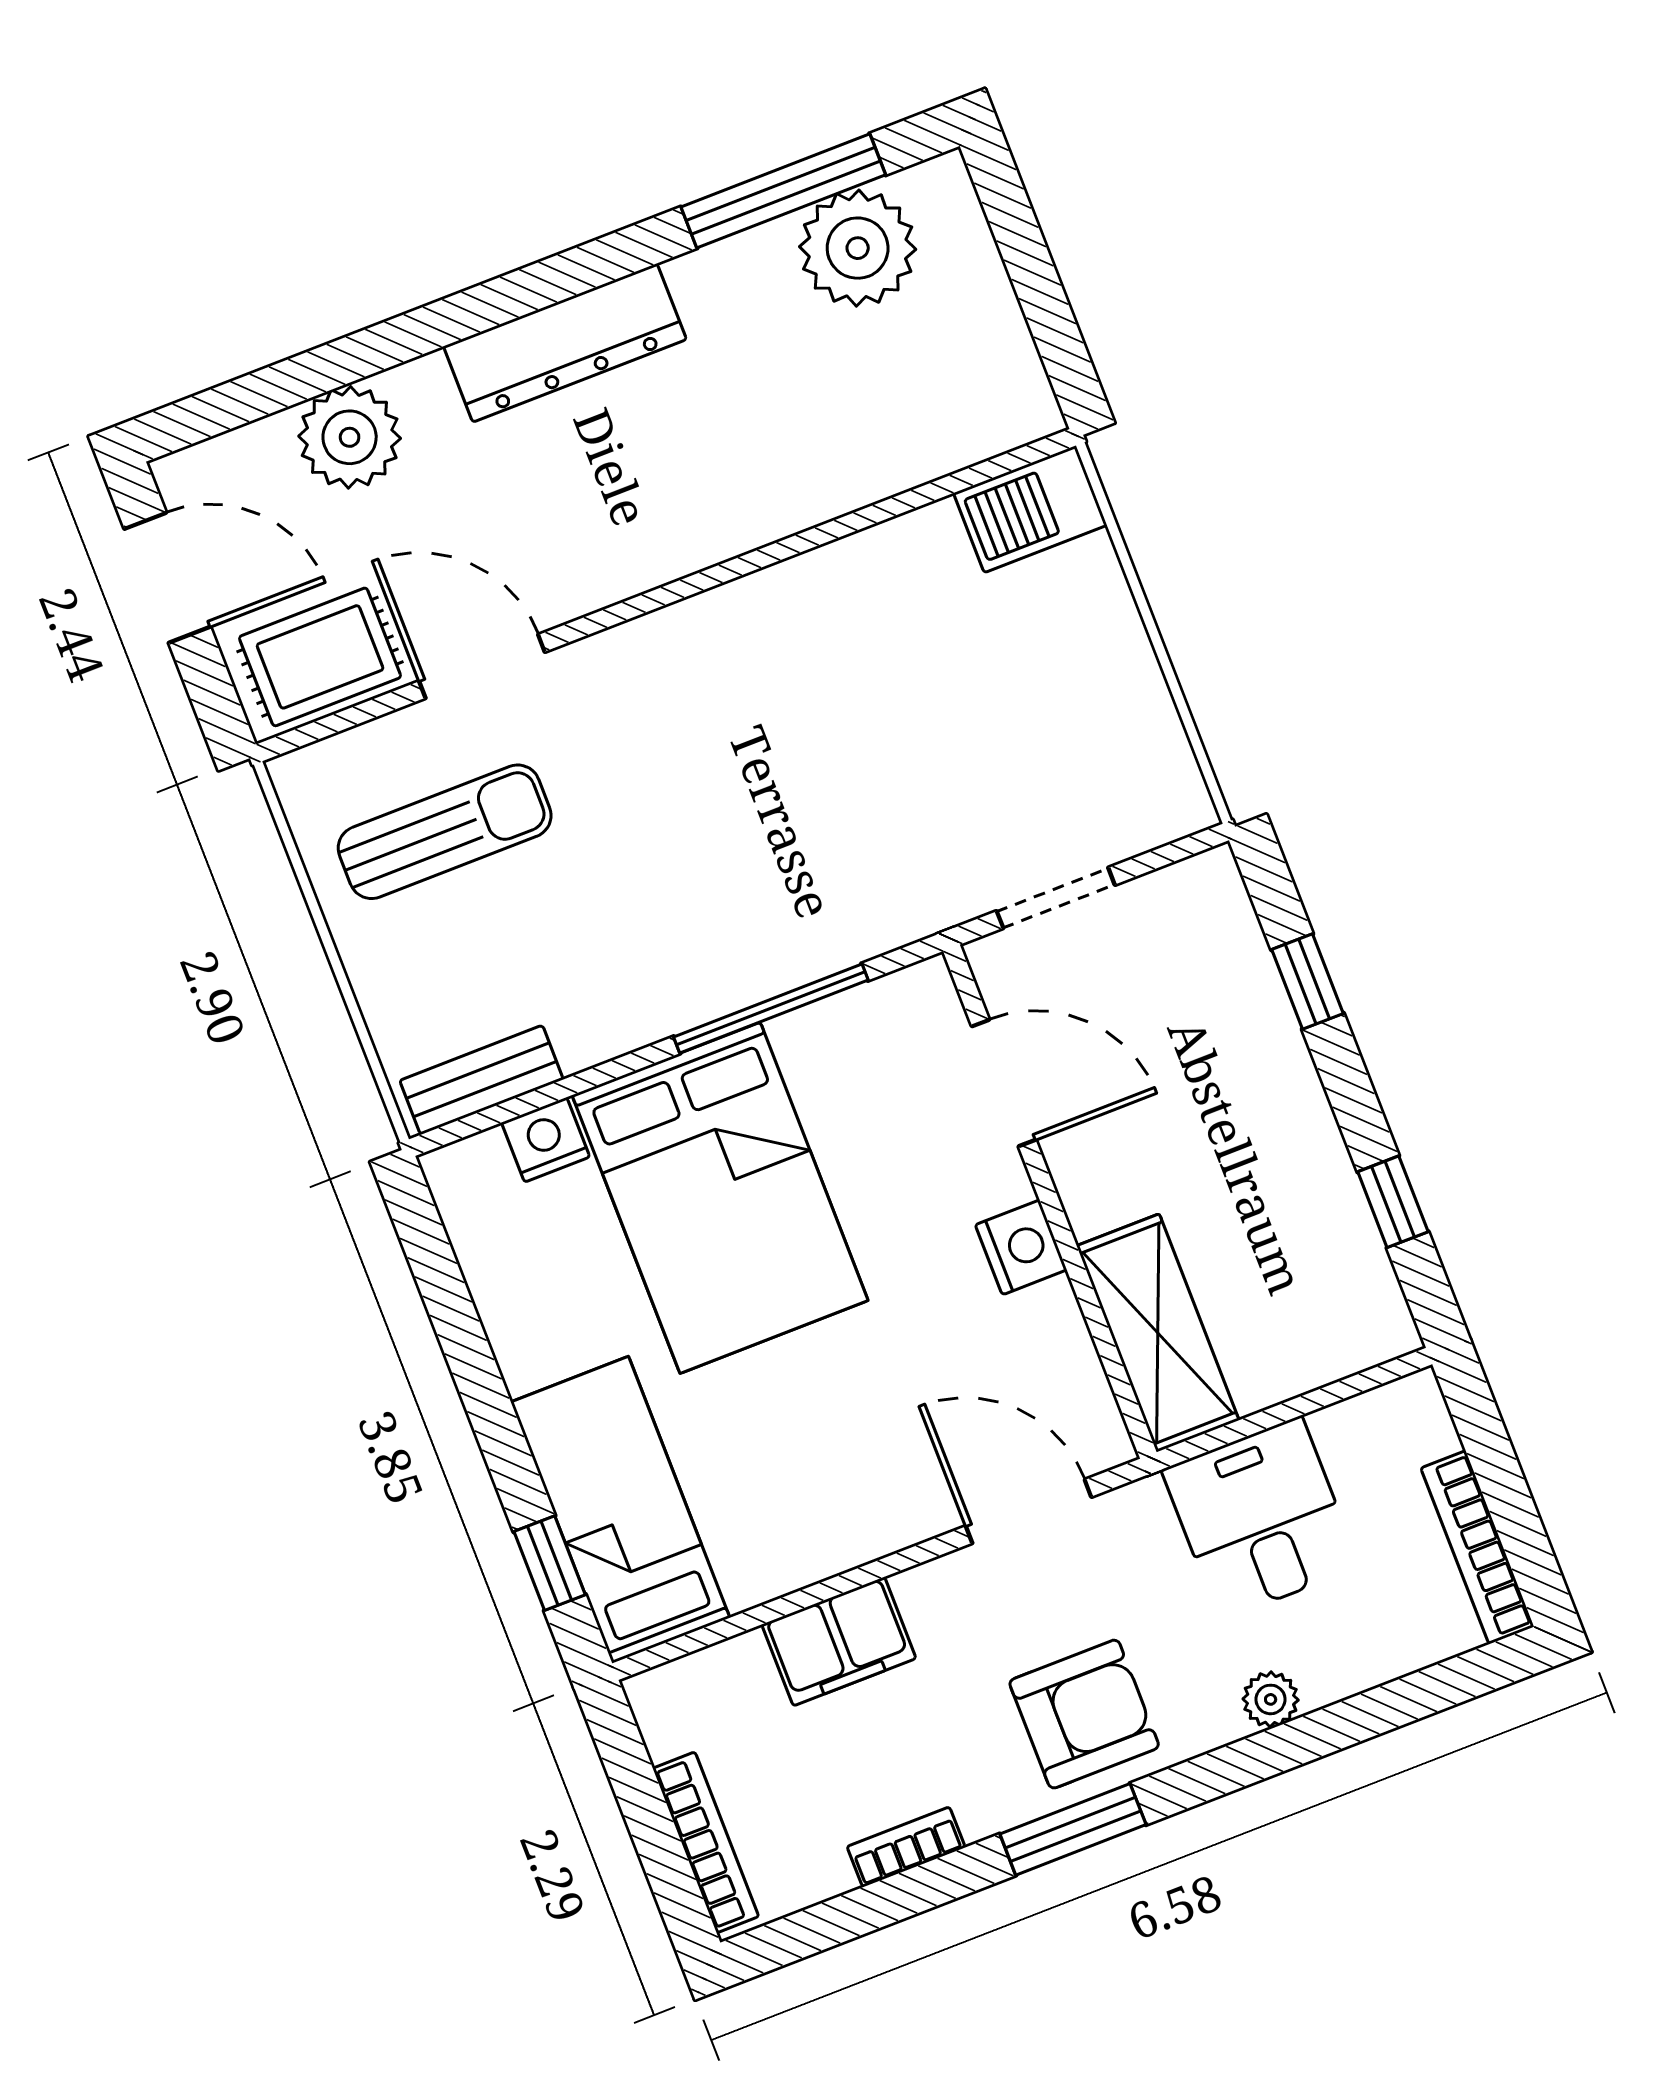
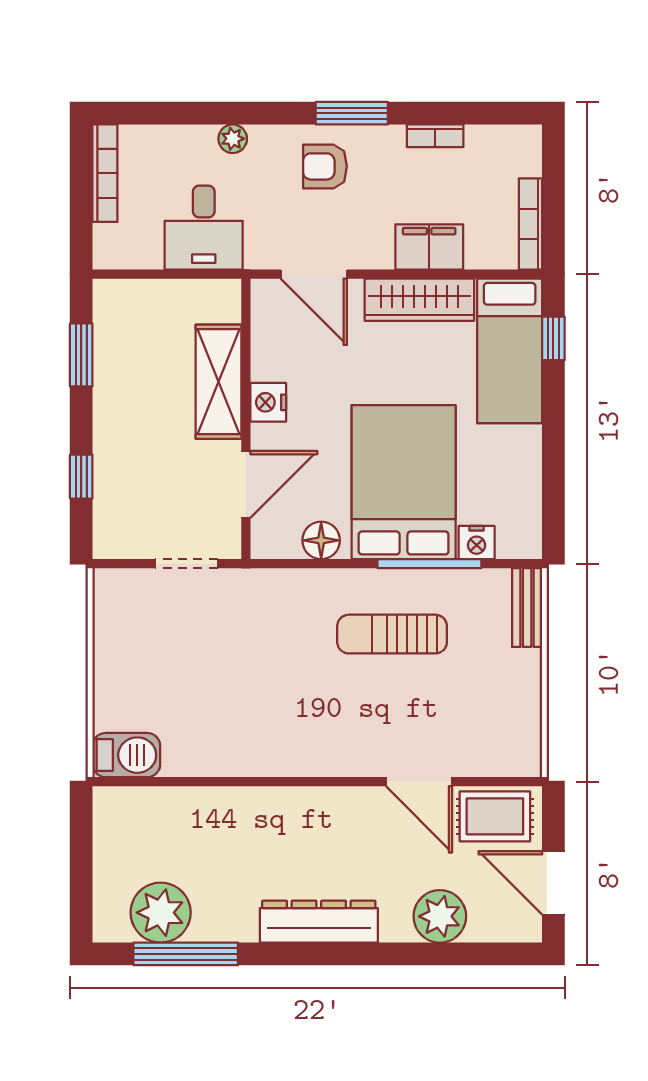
sun lounger: (445, 832) -> (392, 634), moved
window: (771, 1008) -> (429, 564), moved
floor lamp: (828, 1035) -> (321, 540), added
bench: (482, 1080) -> (527, 608), moved, turned 90
door: (1004, 1083) -> (246, 484), swing flipped
window: (1393, 1202) -> (81, 355), width x1.50
shelving: (1158, 1333) -> (219, 382), moved
wardrobe: (819, 1539) -> (419, 300), added
armchair: (1084, 1714) -> (325, 166), width x0.72, depth x0.72
bookcase: (706, 1842) -> (531, 224), moved

